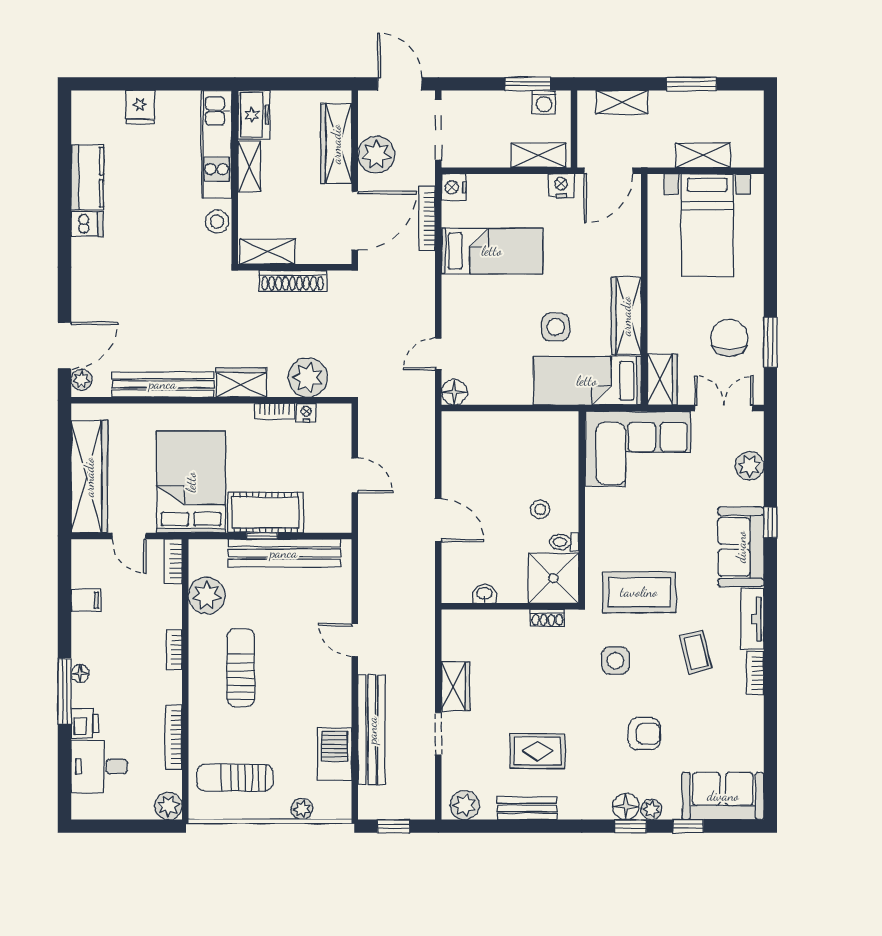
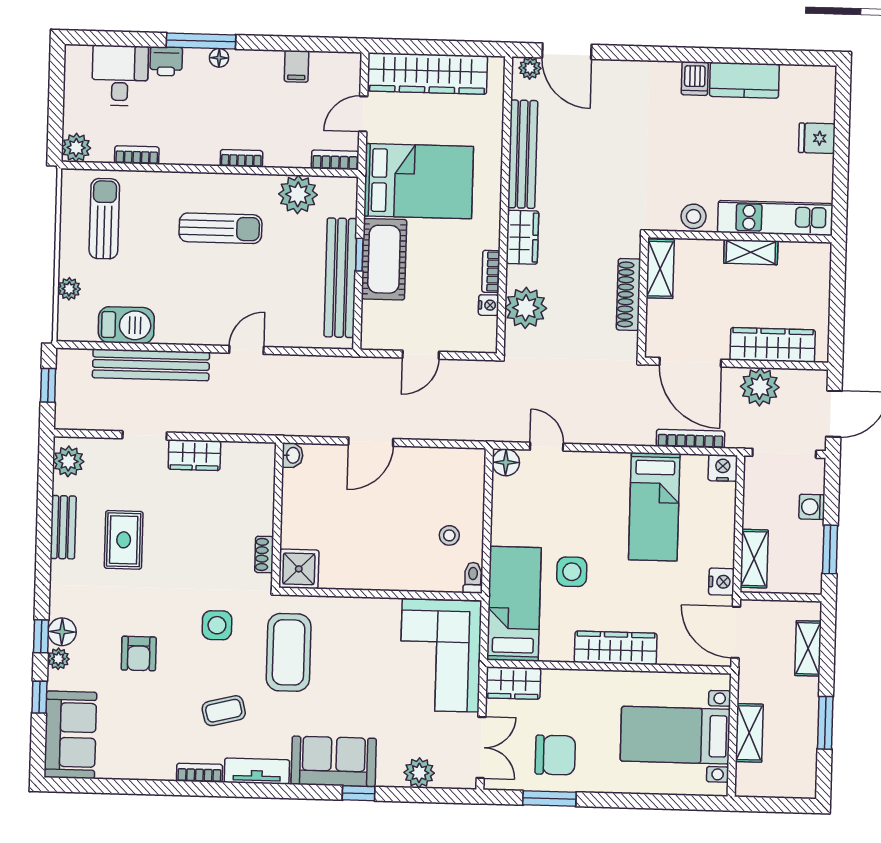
washing machine: (544, 102) -> (812, 507), moved
freezer: (254, 115) -> (805, 258), removed
wardrobe: (626, 316) -> (616, 648), moved
stool: (540, 509) -> (449, 535), moved
toilet: (564, 542) -> (473, 578), moved
shower: (553, 578) -> (299, 569), width x0.73, depth x0.73
washbasin: (484, 594) -> (292, 455), moved
bookcase: (174, 737) -> (137, 155), width x0.64

